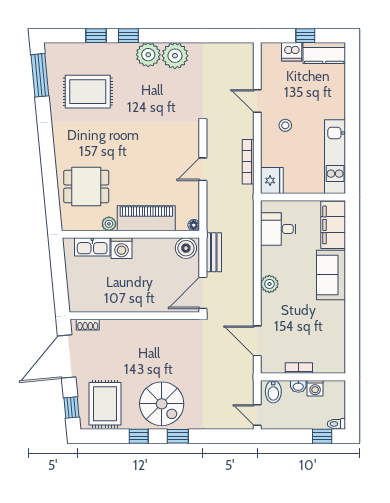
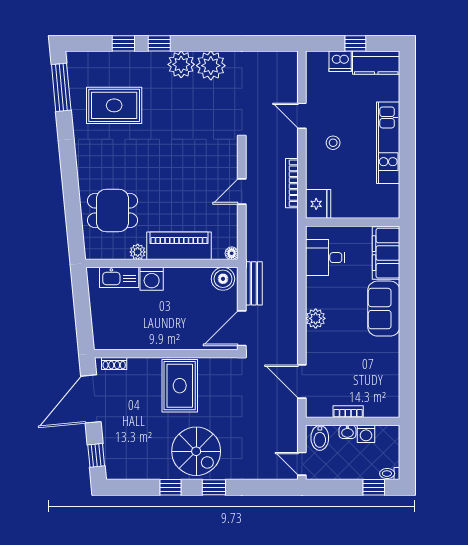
kitchen unit: (335, 157) -> (388, 143), moved
rug: (105, 404) -> (180, 386), moved

